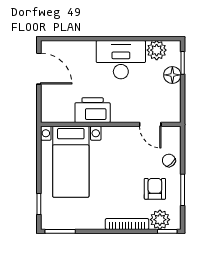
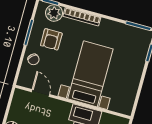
bed with nightstands: (71, 162) -> (90, 74), moved

